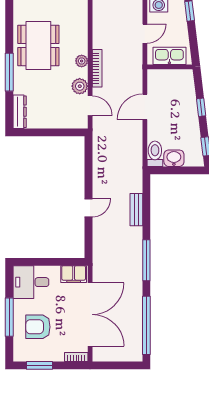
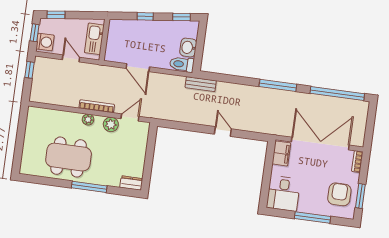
dresser: (20, 112) -> (131, 183), width x0.70
bench: (136, 210) -> (201, 84), moved
armchair: (38, 327) -> (339, 194), moved, turned 180

